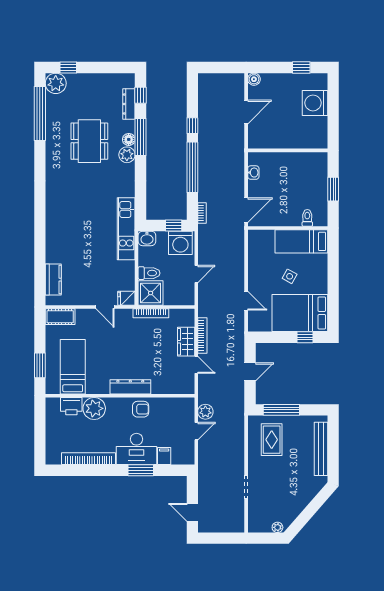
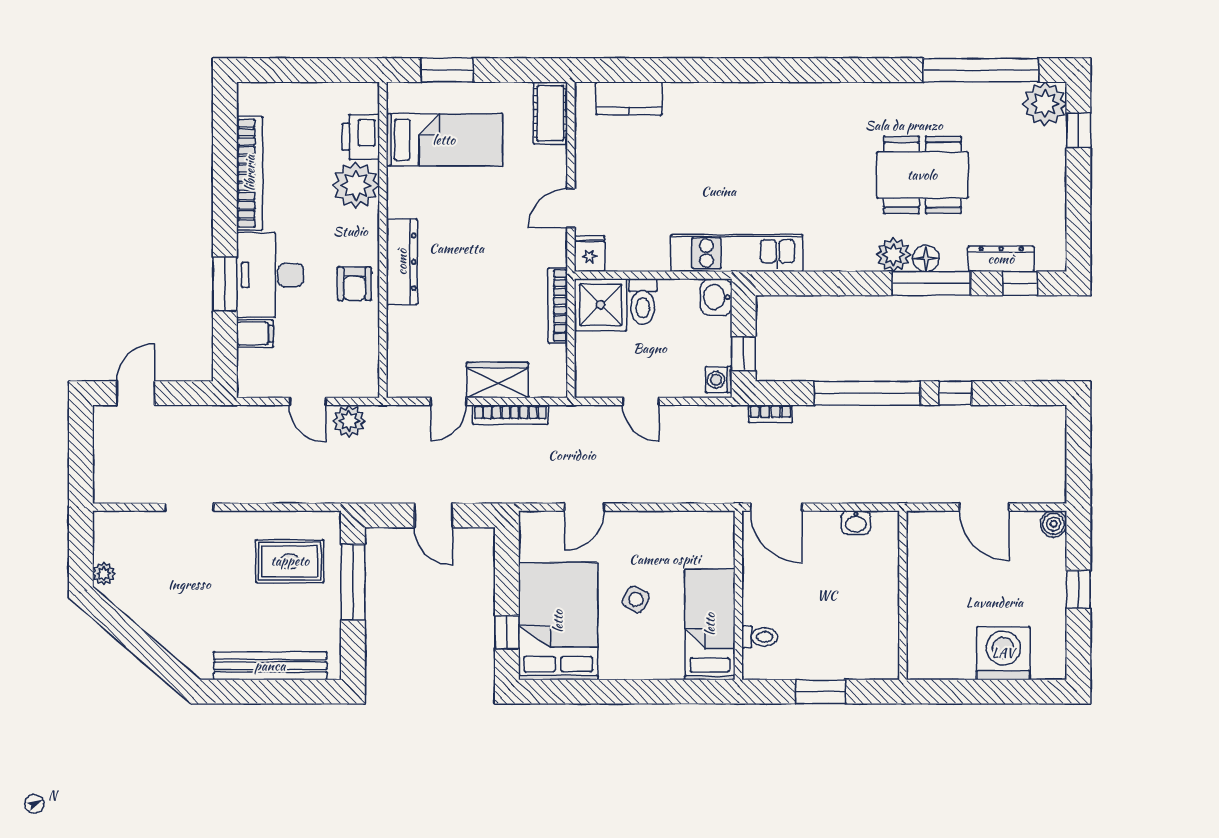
window: (301, 67) -> (1078, 589), moved
washing machine: (180, 243) -> (719, 380), width x0.53, depth x0.53

